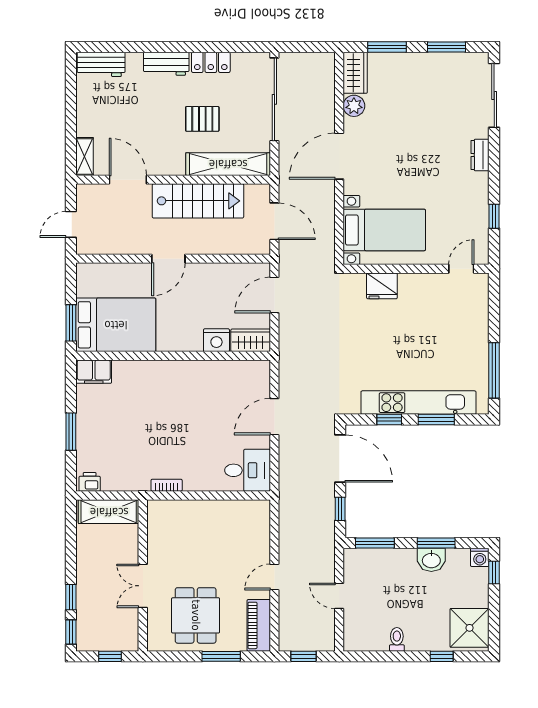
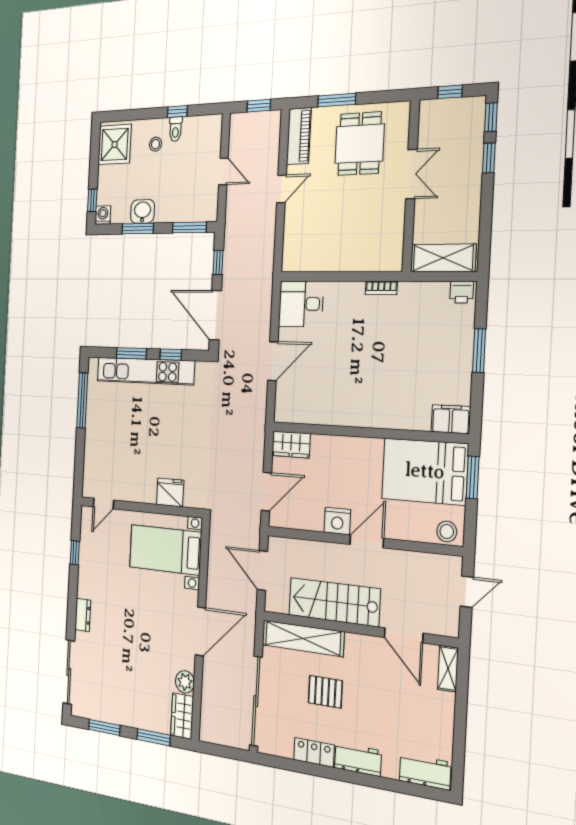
stool: (92, 274) -> (447, 531), added
nightstand: (216, 340) -> (337, 521), moved, turned 180
stool: (420, 626) -> (156, 144), added
window: (442, 656) -> (177, 112), moved

